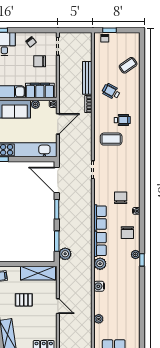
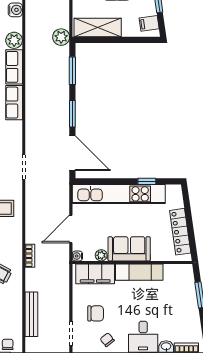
bench: (87, 78) -> (31, 314), moved
plant: (65, 254) -> (61, 37), moved

